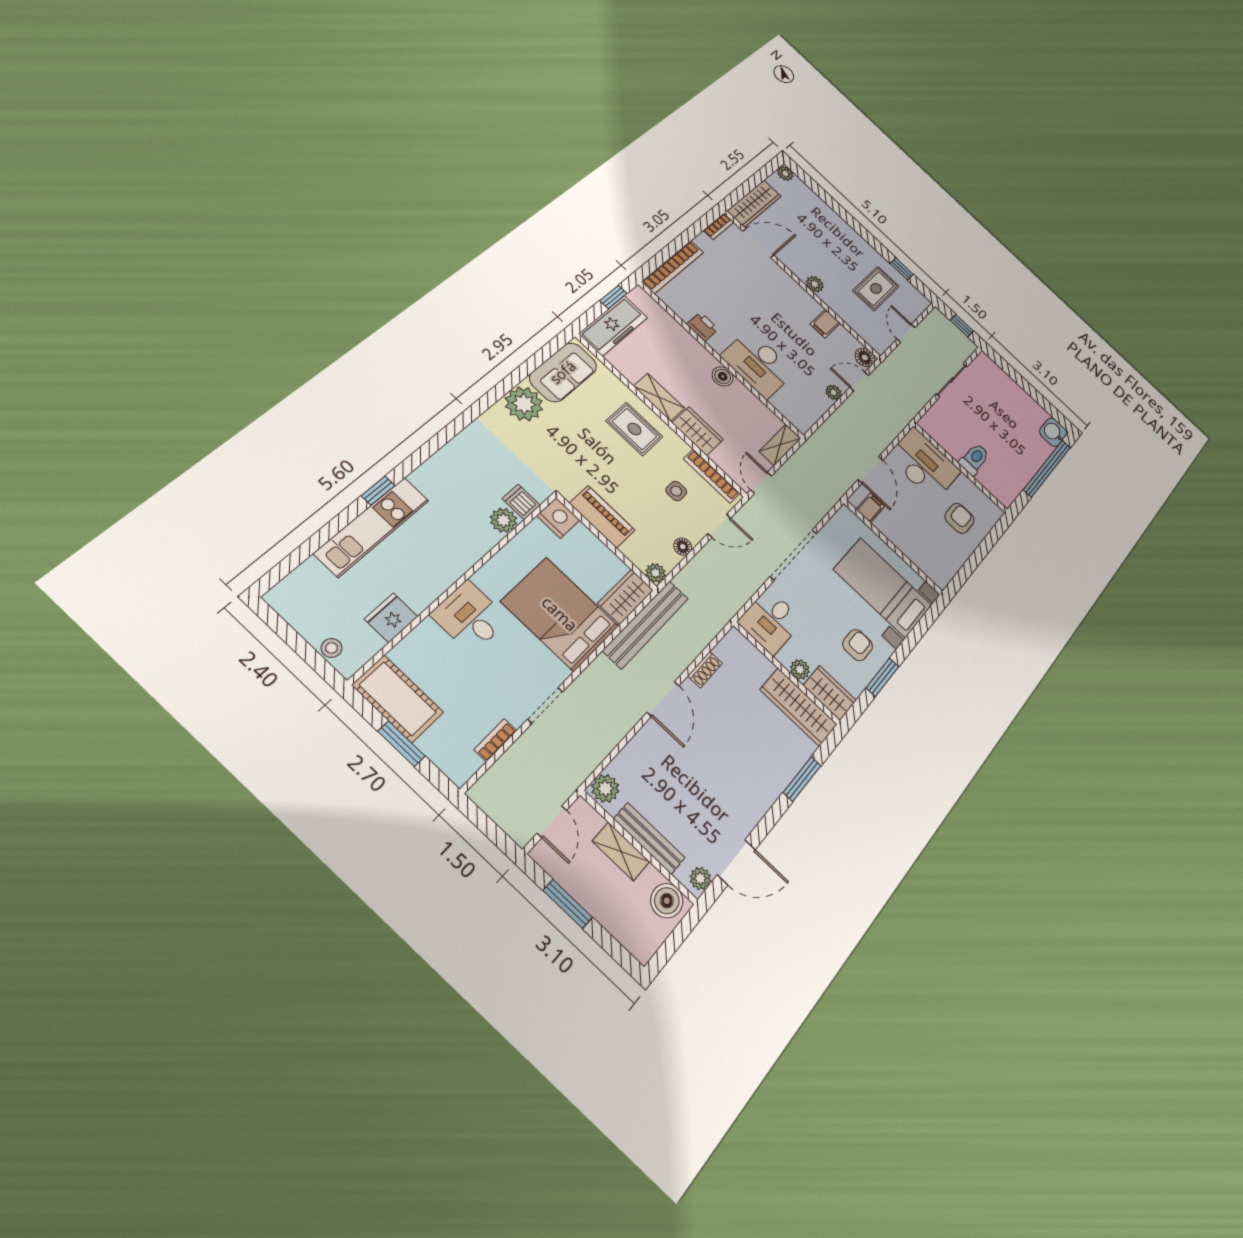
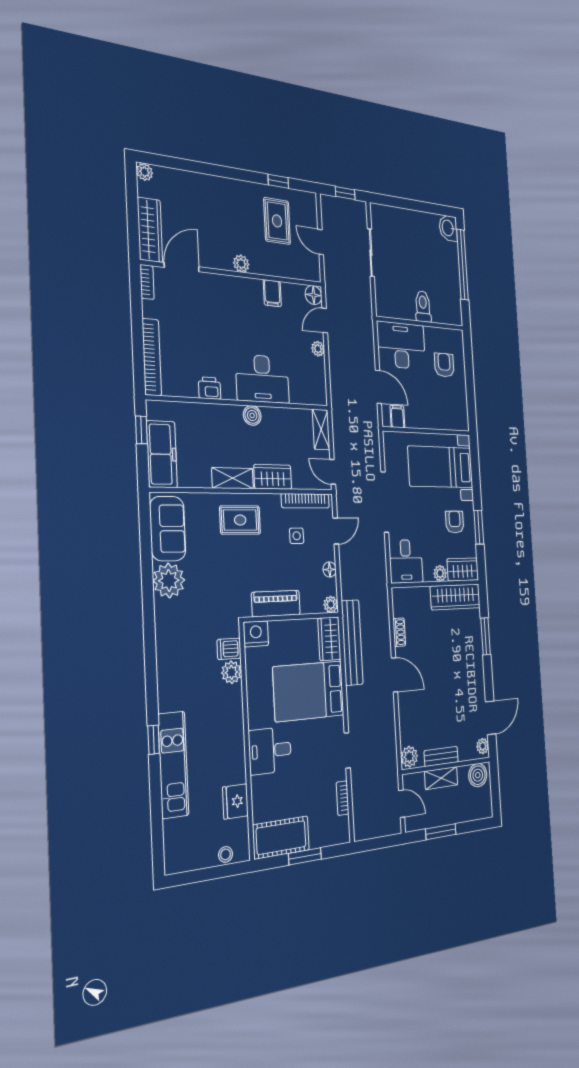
bench: (649, 838) -> (441, 756), width x0.73

